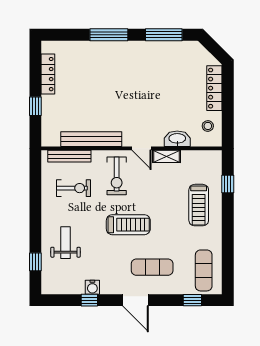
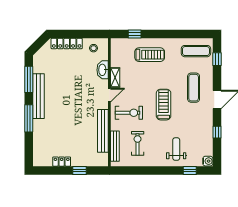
bench: (140, 48) -> (39, 96), added
locker: (48, 74) -> (62, 162), width x0.66
weight bench: (66, 243) -> (176, 149), turned 90
water cooler: (92, 287) -> (208, 161), moved

